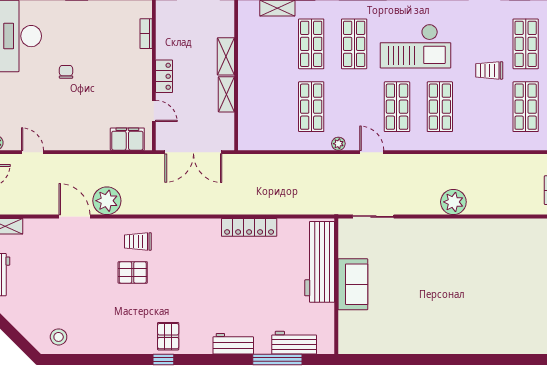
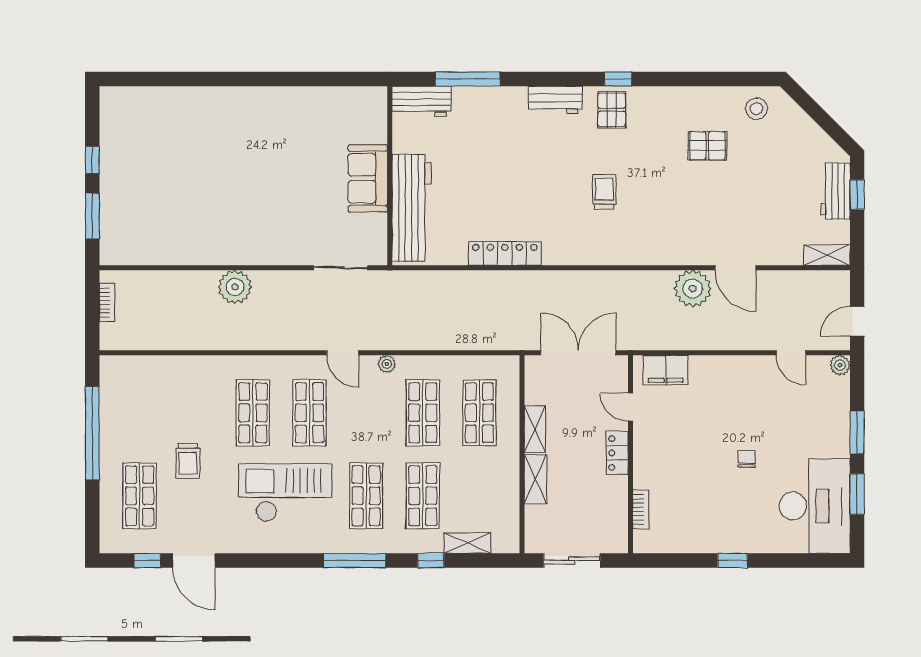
trolley: (489, 70) -> (188, 461), turned 90
chair: (66, 72) -> (747, 459), turned 180
shop shelf: (526, 107) -> (479, 413), moved
trolley: (138, 241) -> (604, 192), moved, turned -90
pallet: (133, 272) -> (707, 146), moved
workbench: (294, 343) -> (421, 101), moved
workbench: (233, 344) -> (555, 100), moved

